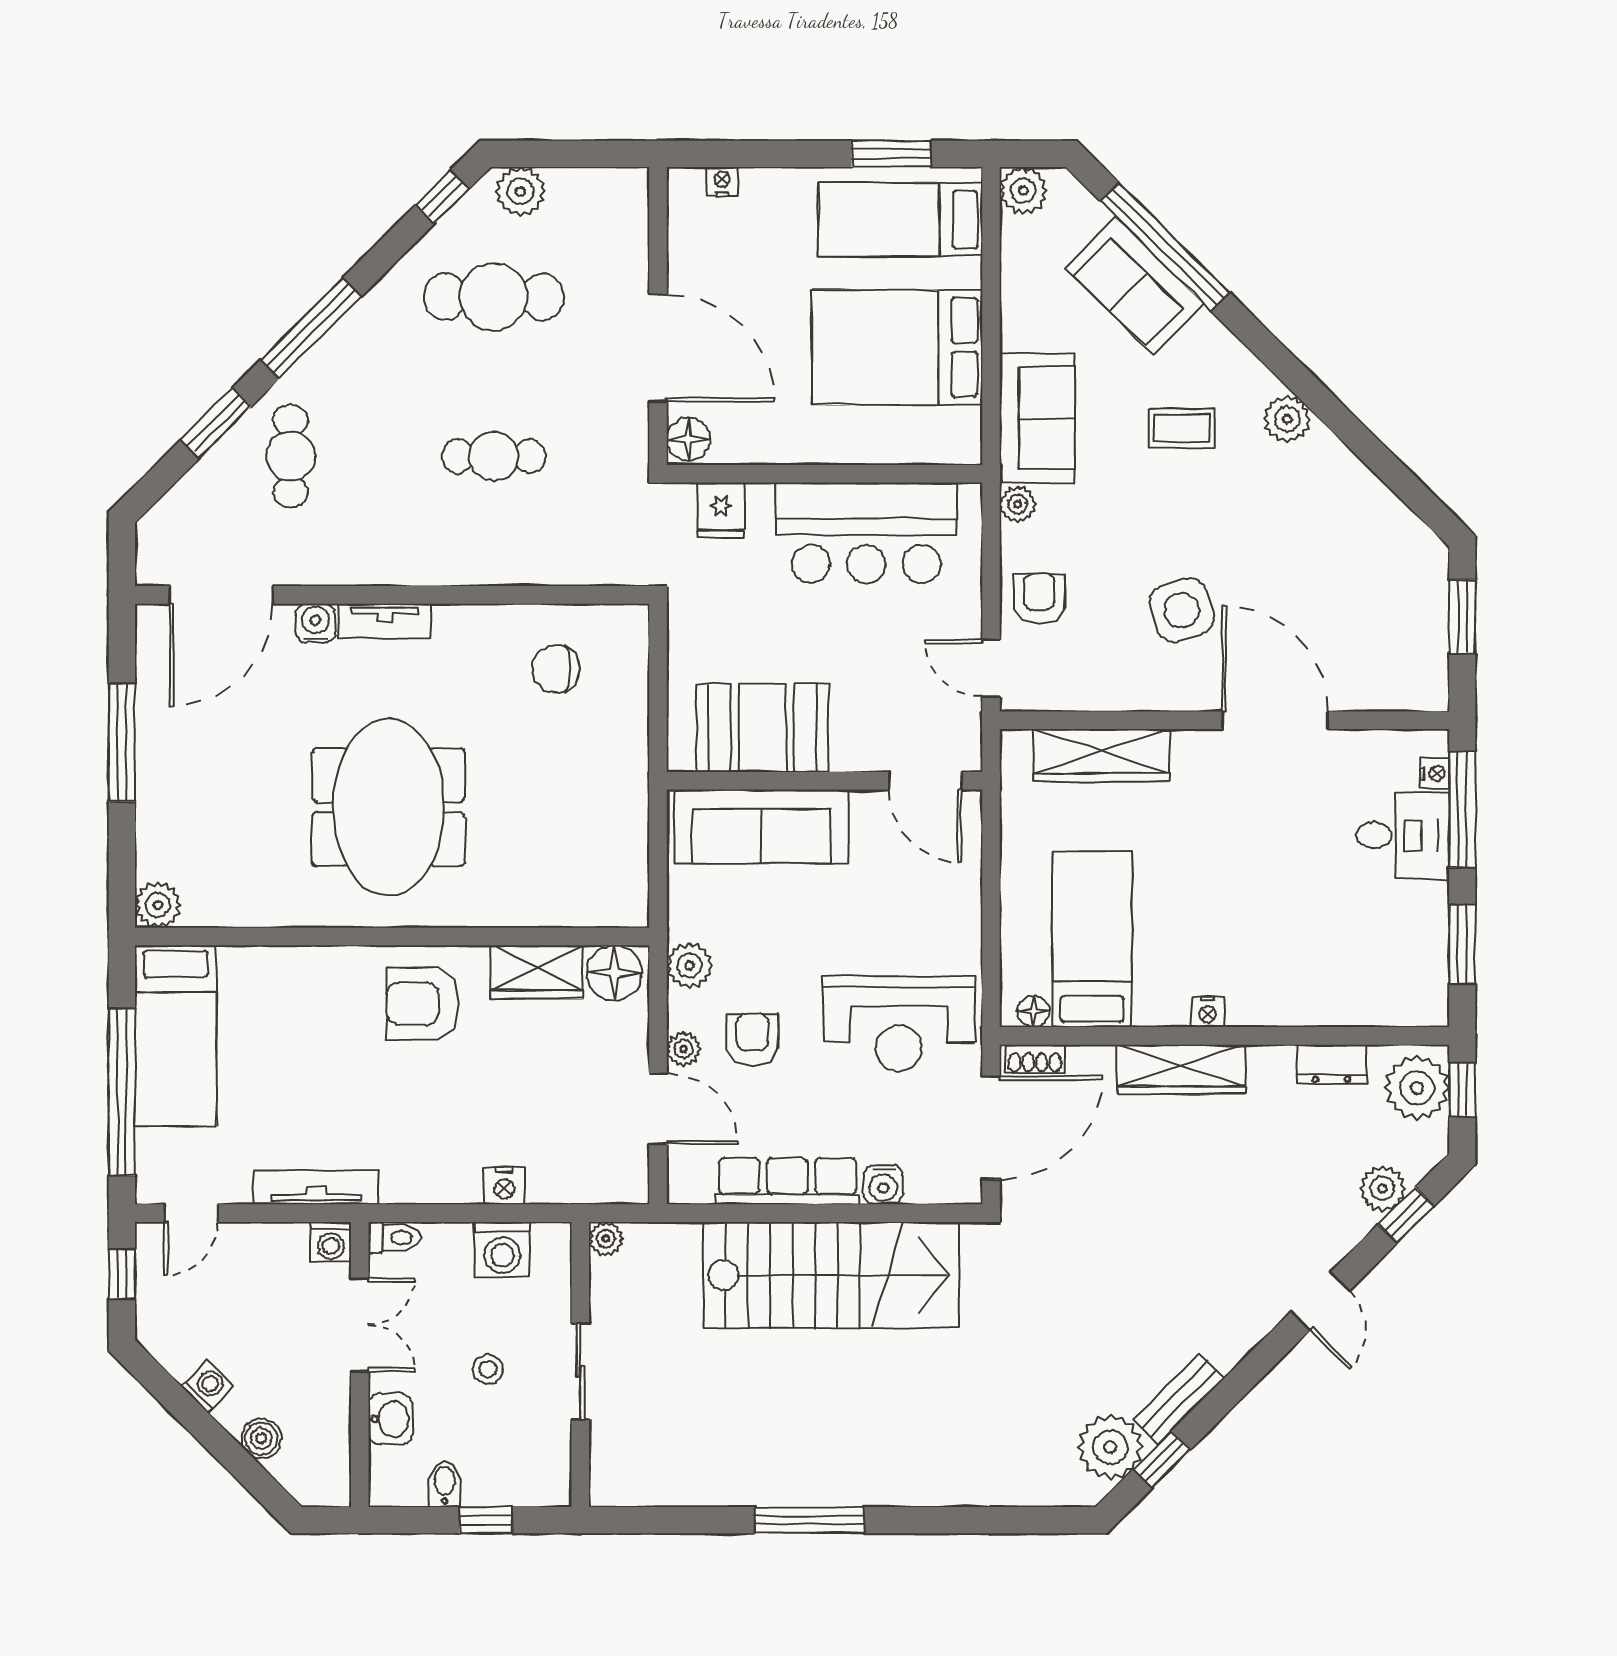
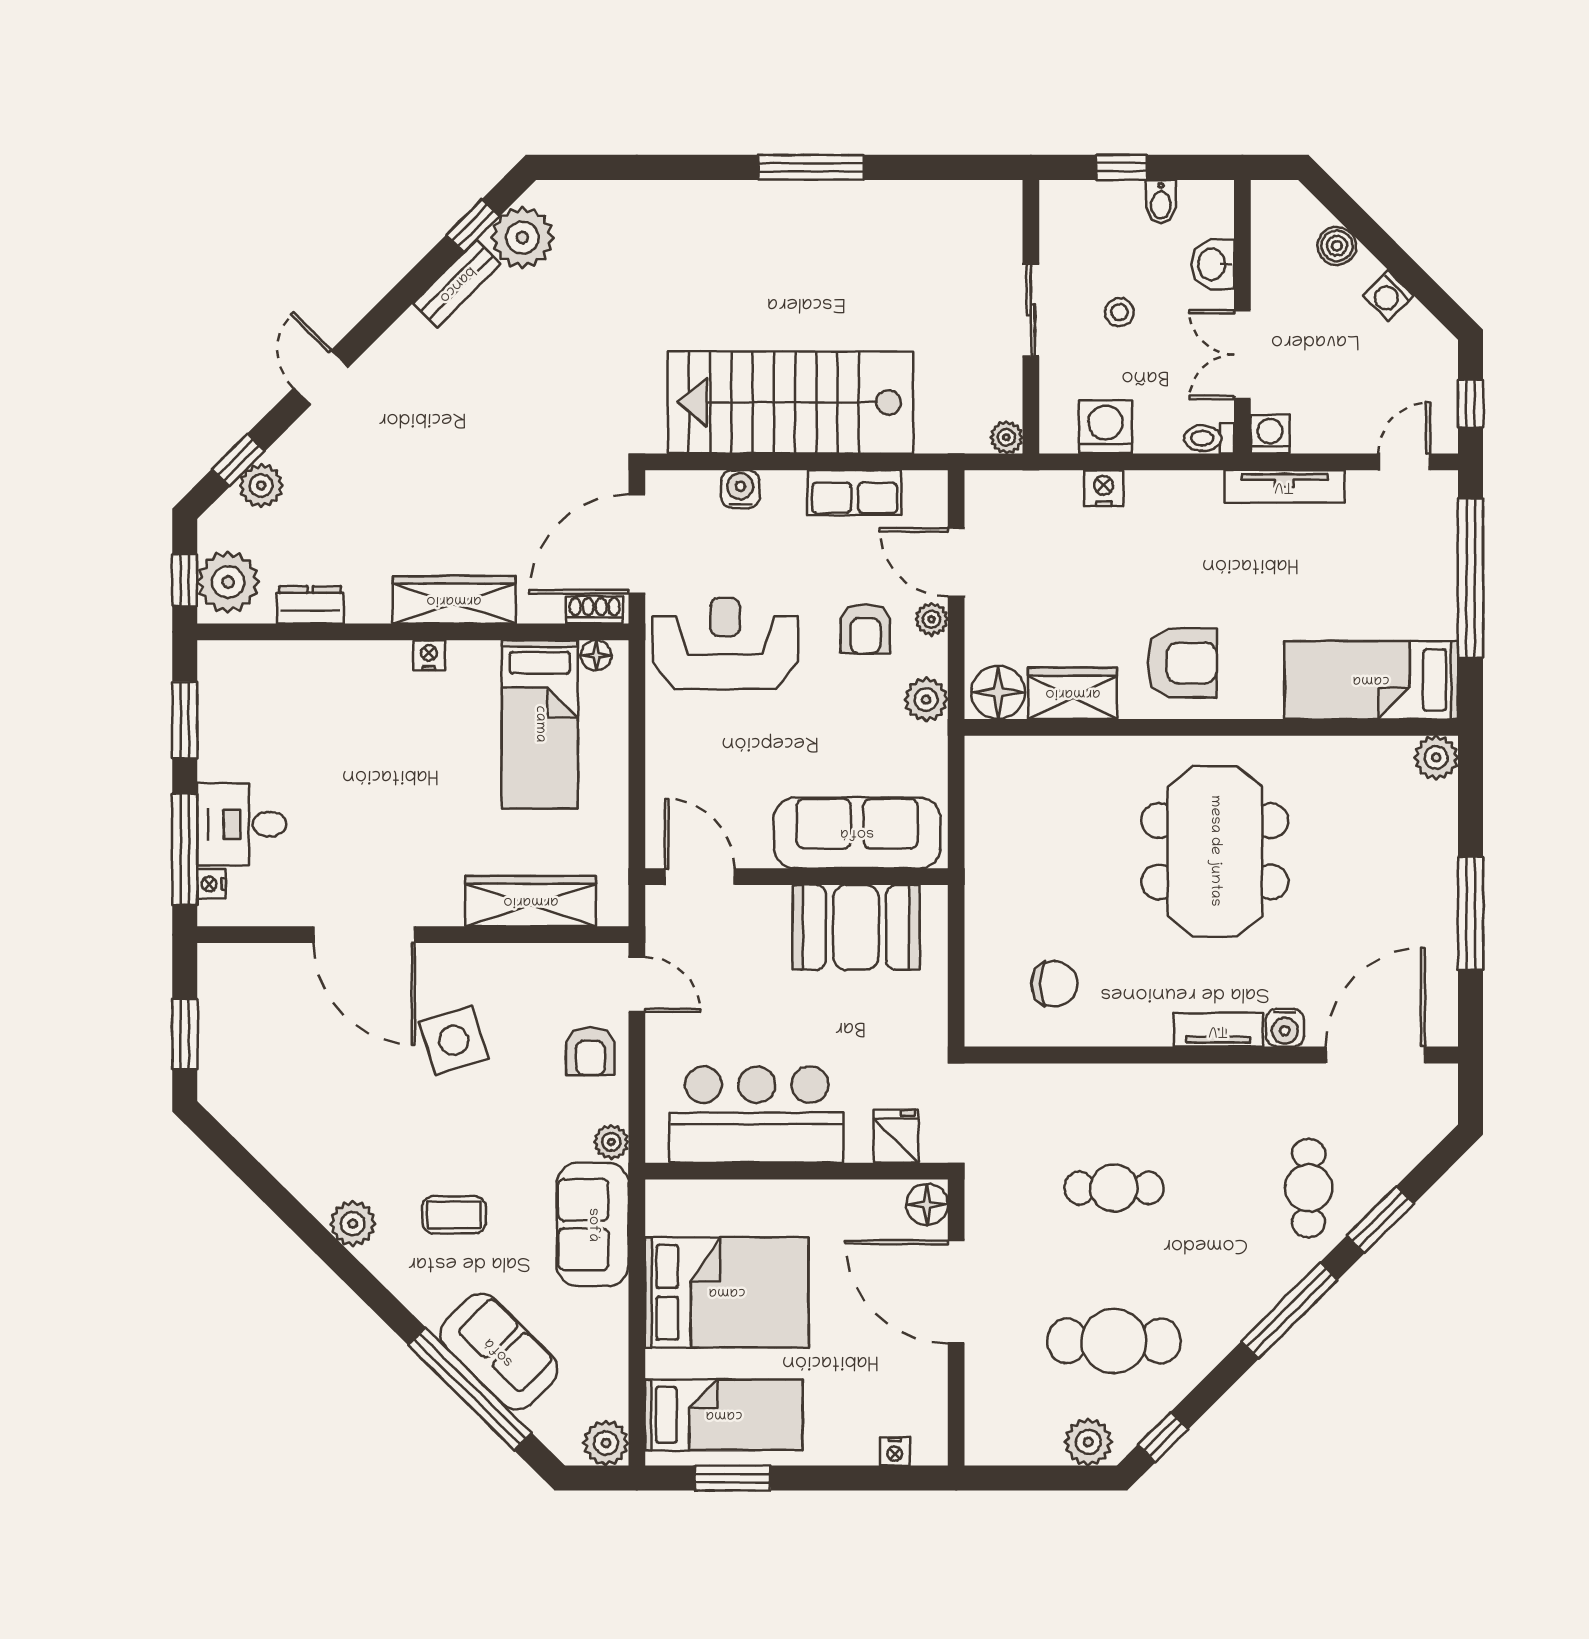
bed: (176, 1035) -> (1371, 680), moved, turned -90
row of seats: (787, 1181) -> (855, 493), width x0.68

